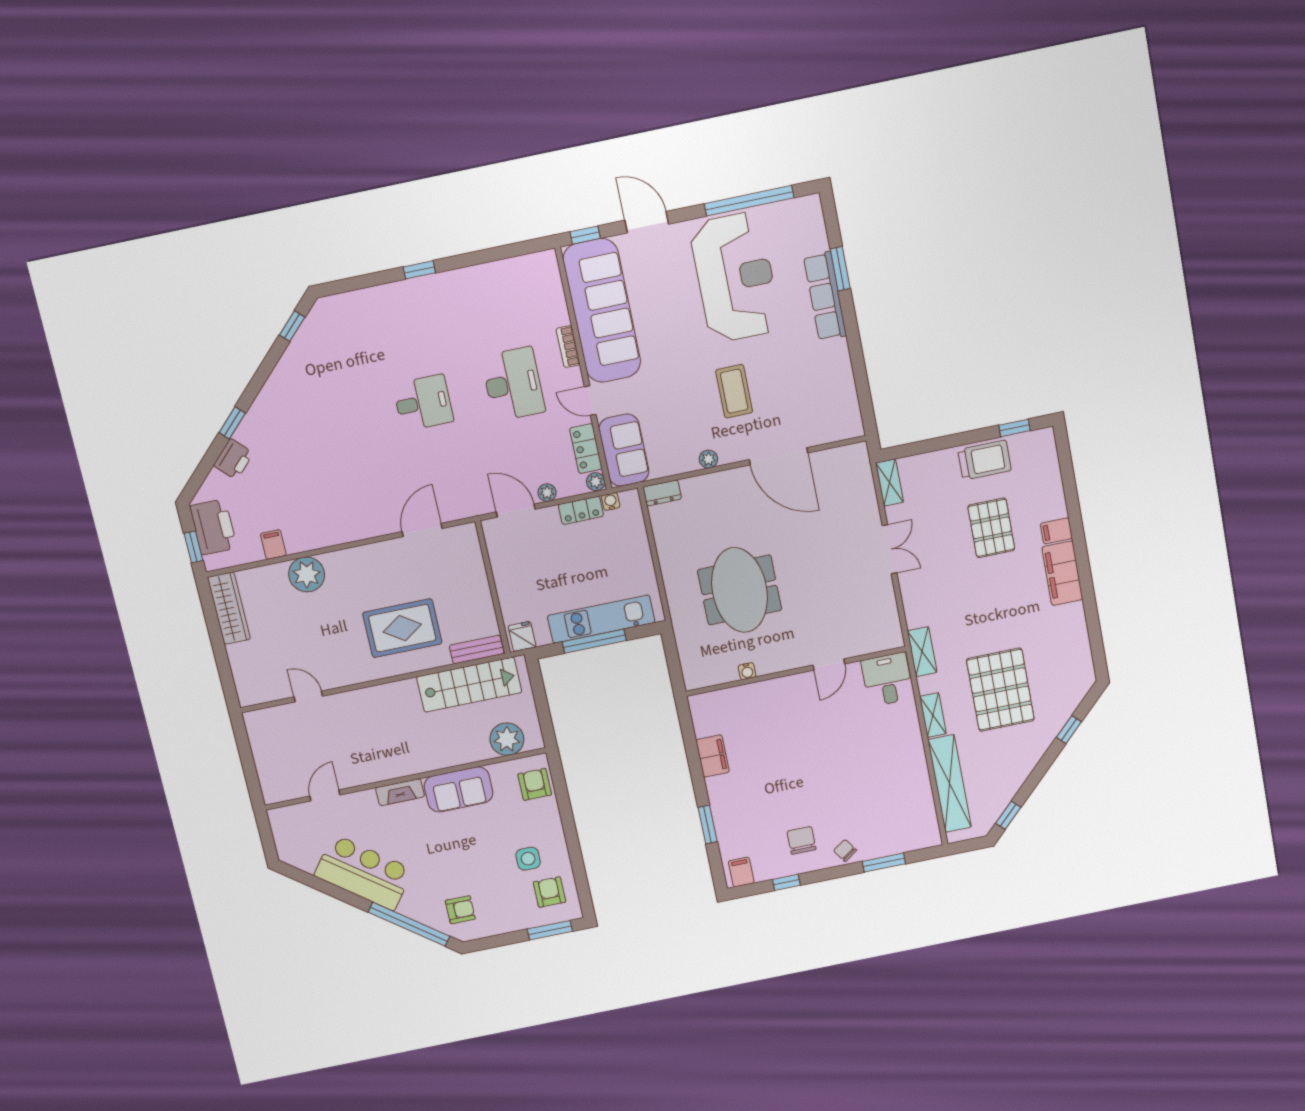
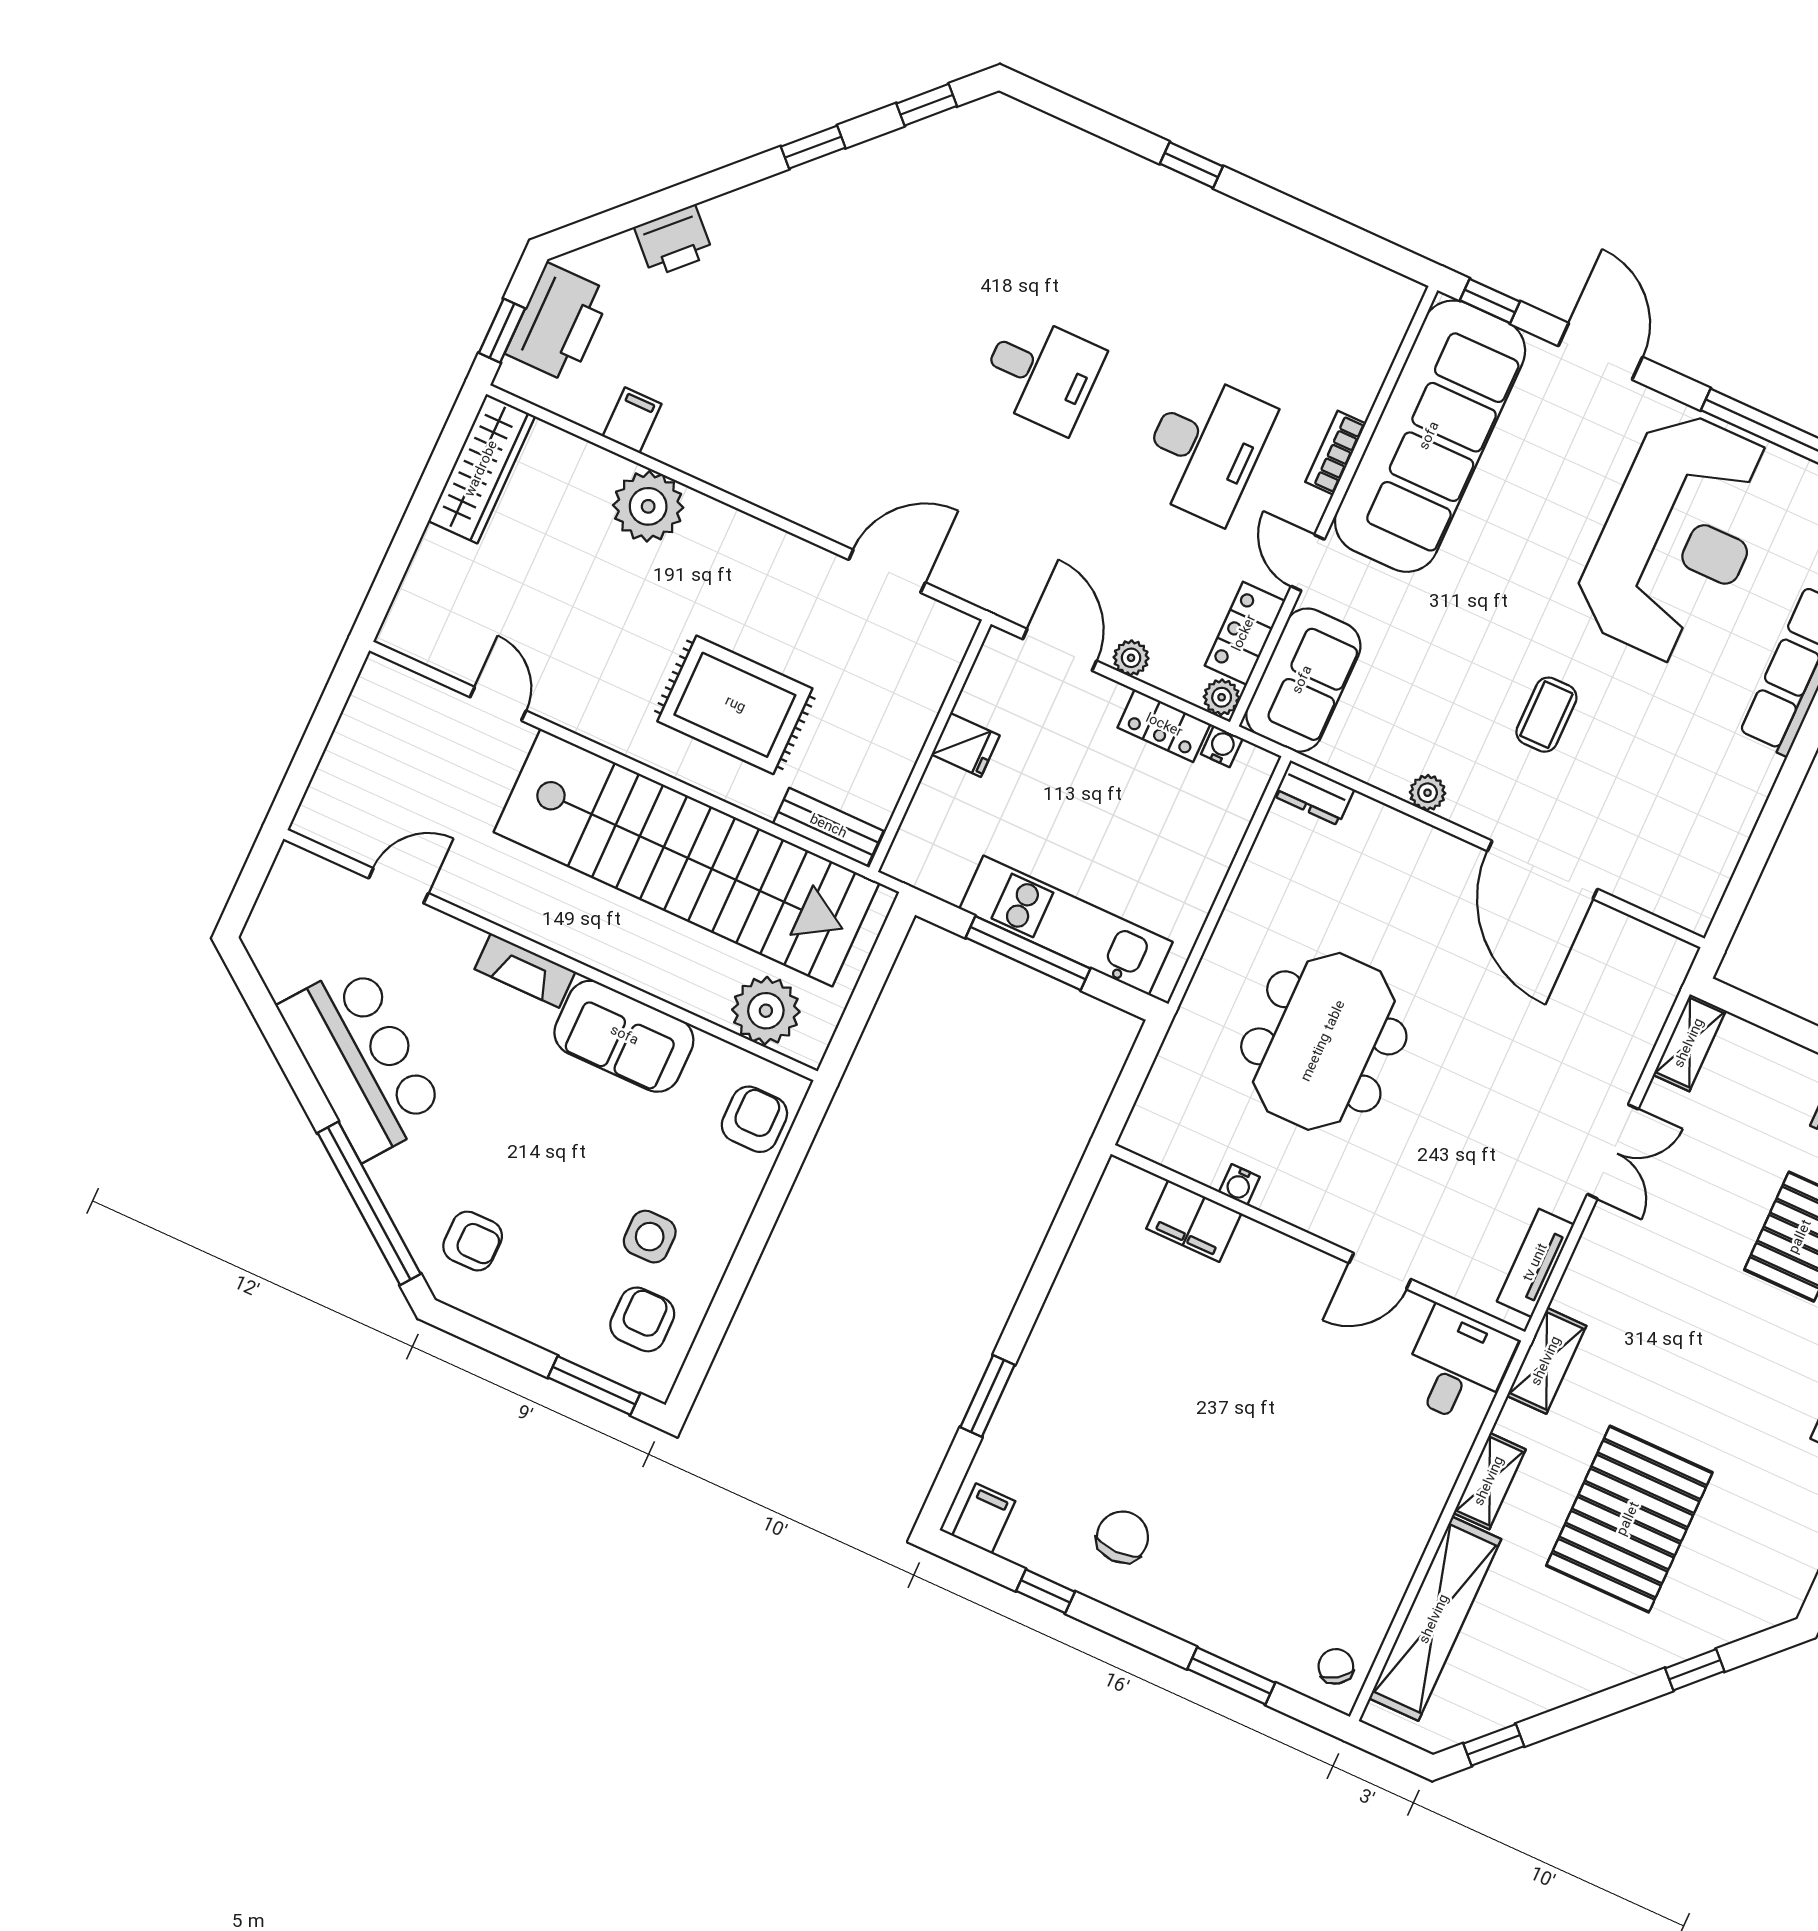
coffee table: (734, 391) -> (1546, 715), width x0.73, depth x0.77
window: (232, 423) -> (813, 147), moved
tv unit: (890, 616) -> (1536, 1263), added
fridge: (522, 636) -> (966, 745), moved, turned 90
stairs: (469, 685) -> (687, 857), width x1.86, depth x1.51
filing cabinet: (713, 756) -> (1194, 1221), moved, turned 90
chair: (845, 851) -> (1336, 1666), moved

